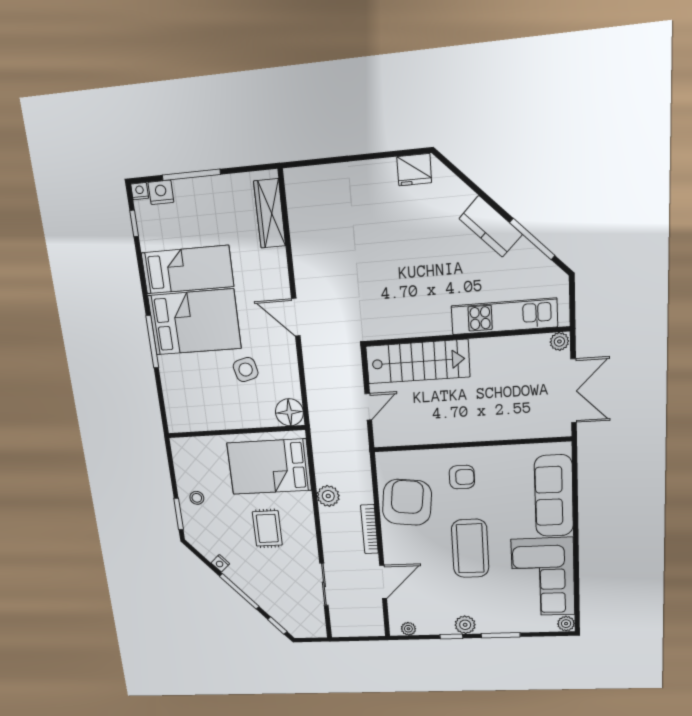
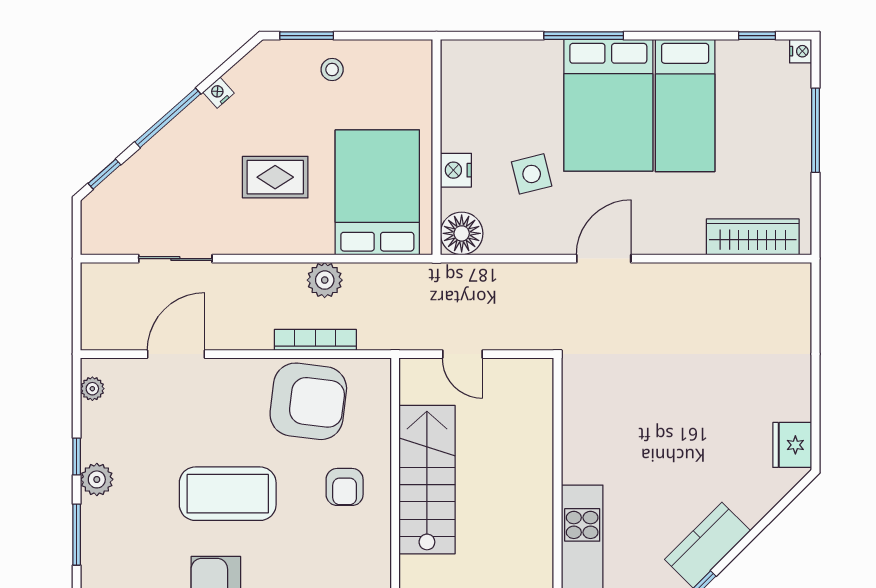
nightstand: (161, 192) -> (456, 170), moved, turned 180
stairs: (418, 362) -> (427, 480), moved, turned 180
bookcase: (370, 529) -> (315, 340), moved
door: (383, 582) -> (176, 354), swing flipped

